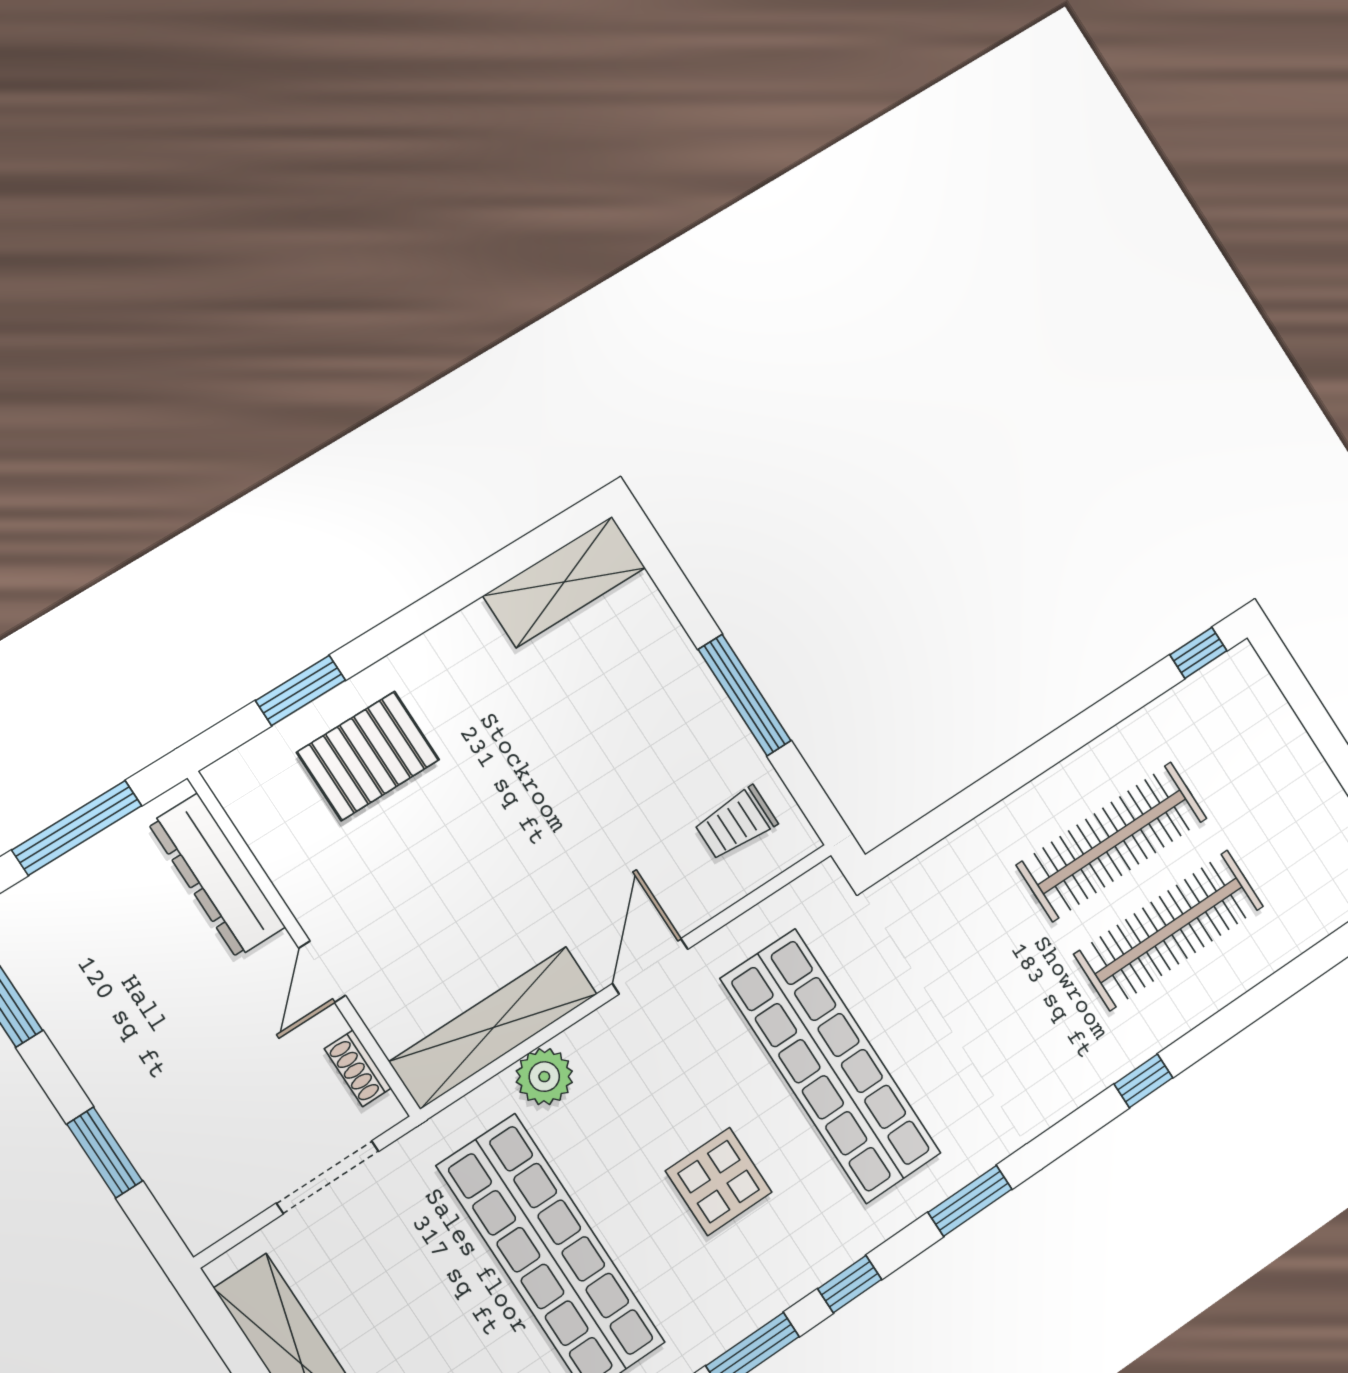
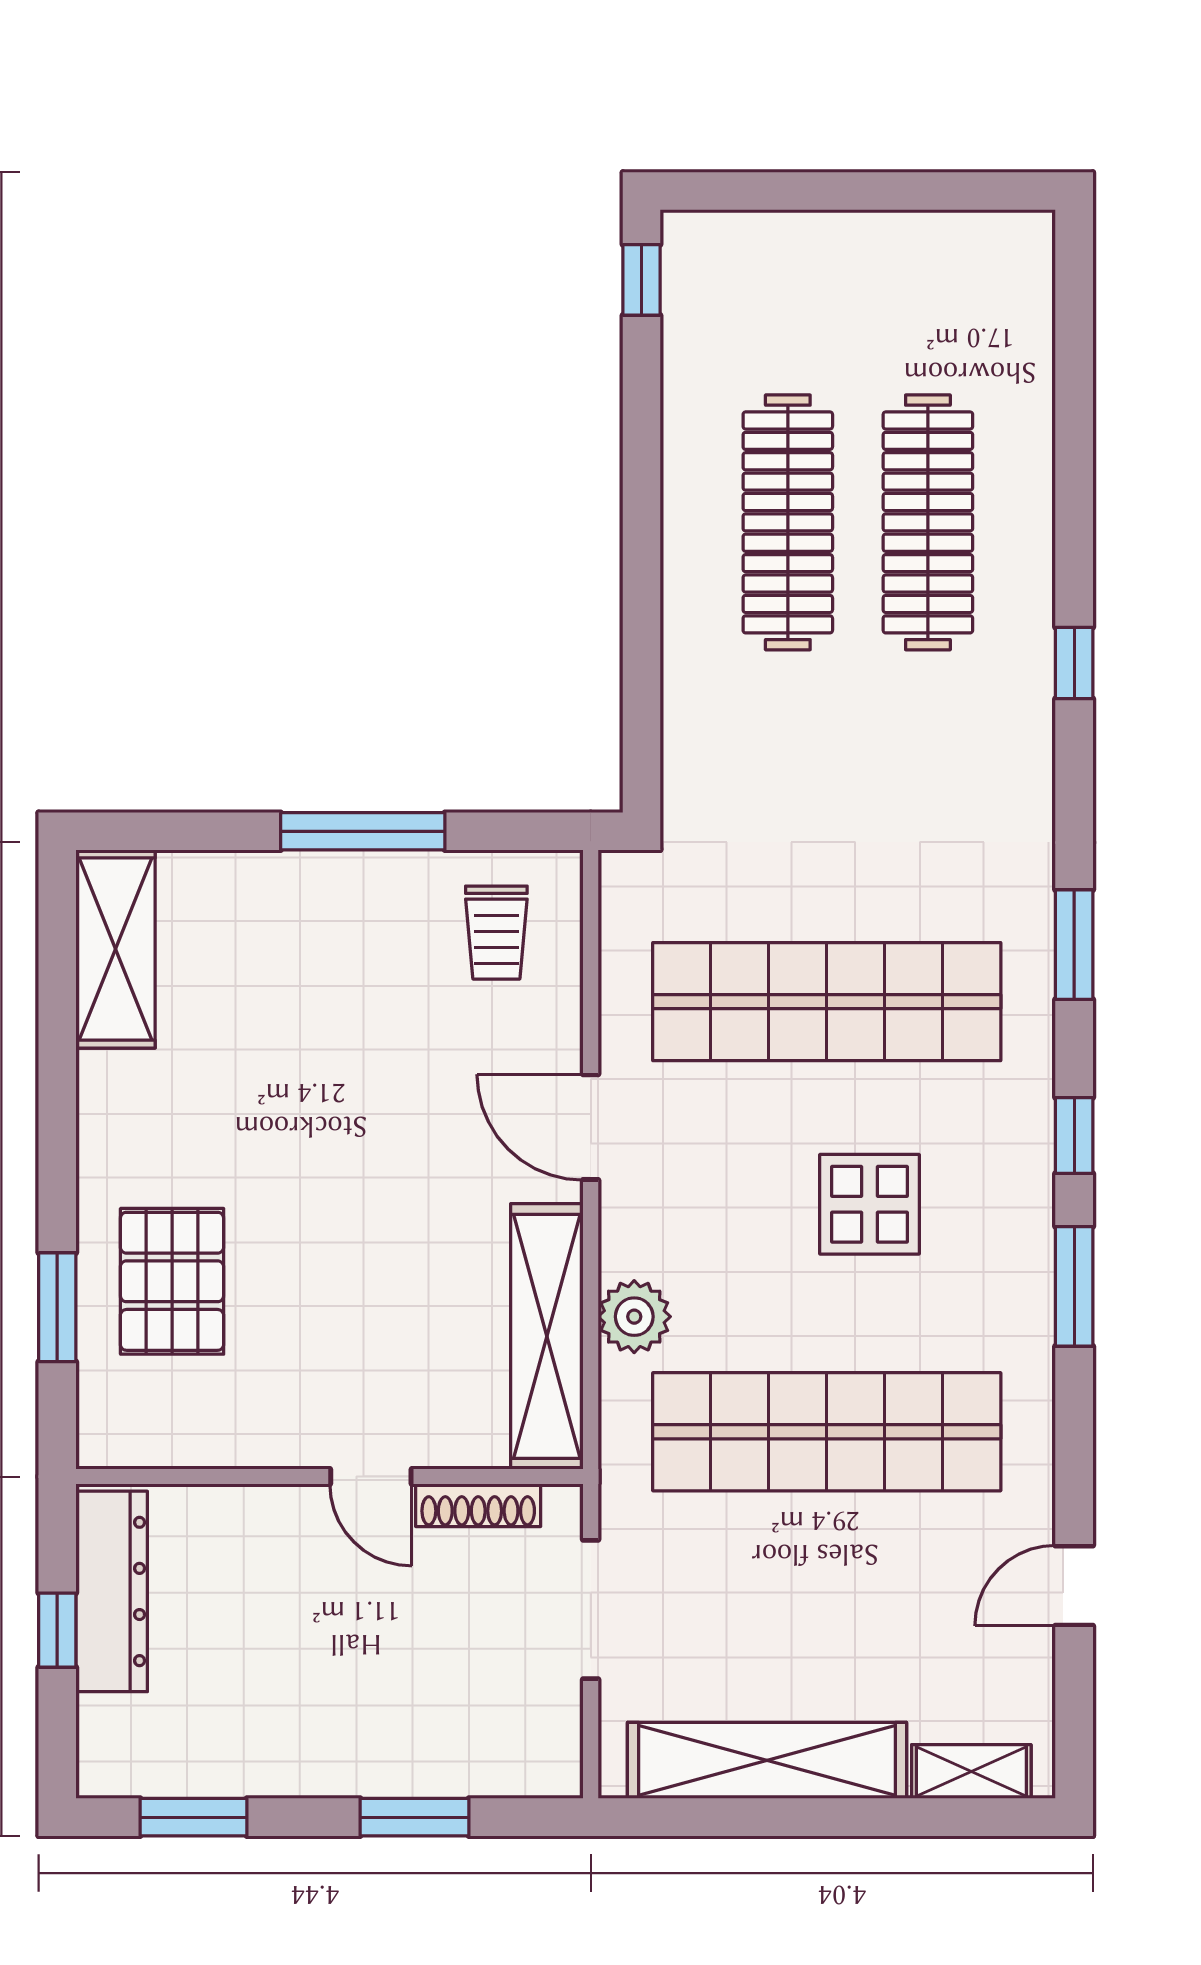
window: (77, 828) -> (57, 1630), width x0.46
dresser: (217, 876) -> (112, 1591), moved, turned -90
shoe rack: (358, 1068) -> (478, 1505), width x1.43

